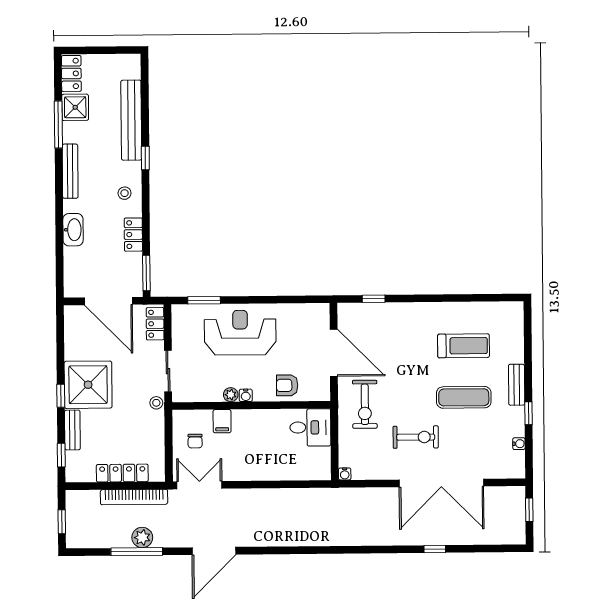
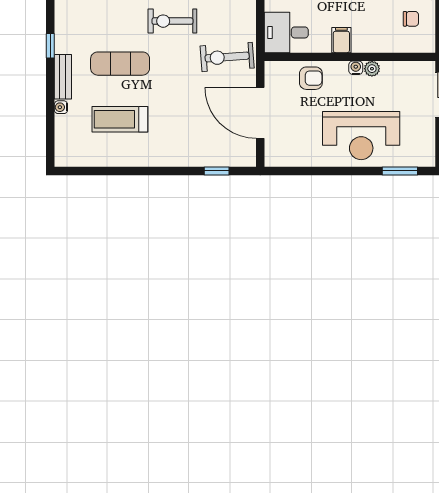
exercise bike: (365, 404) -> (227, 57), turned -94
filing cabinet: (222, 421) -> (341, 40), moved
chair: (195, 441) -> (411, 19), turned 90
water cooler: (519, 444) -> (61, 107), moved

